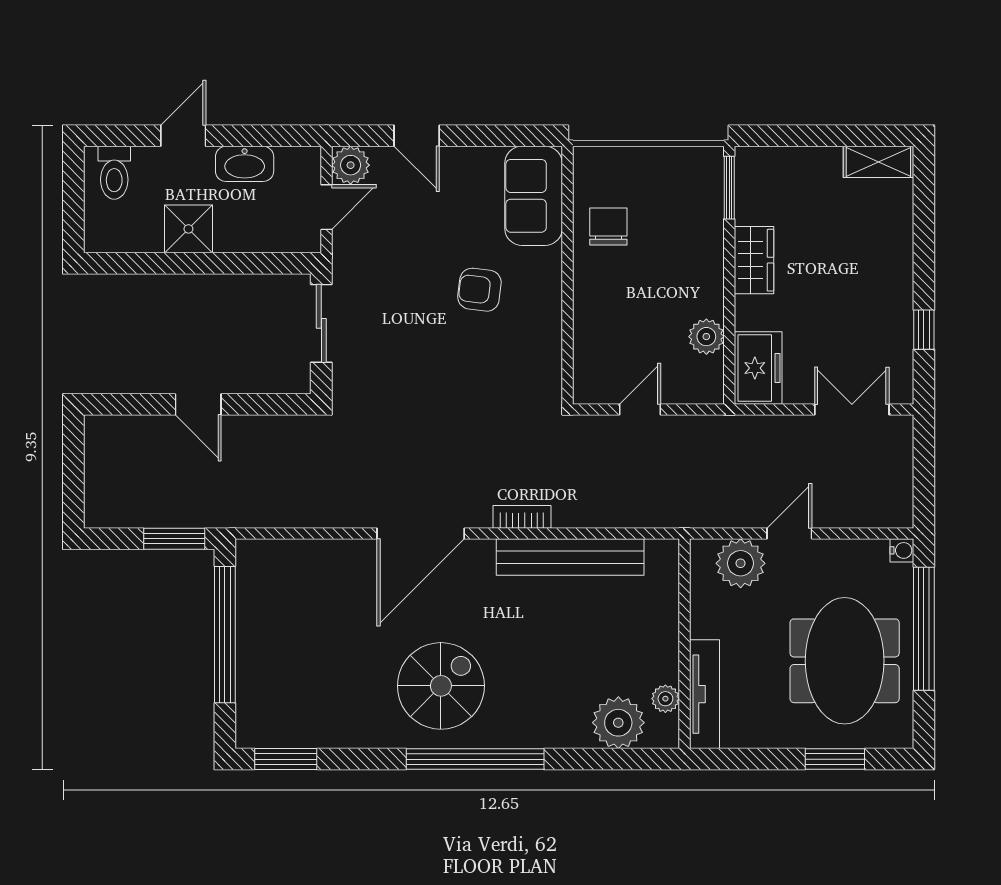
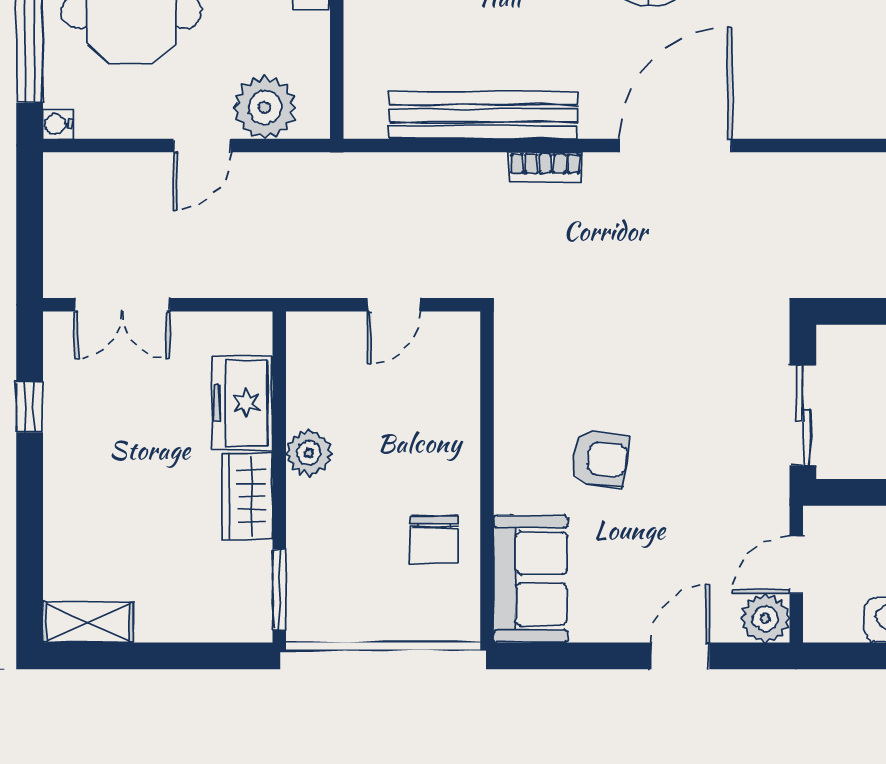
door: (417, 136) -> (680, 656), hinge flipped
plant: (706, 337) -> (309, 453), moved
freezer: (758, 368) -> (242, 403), moved

